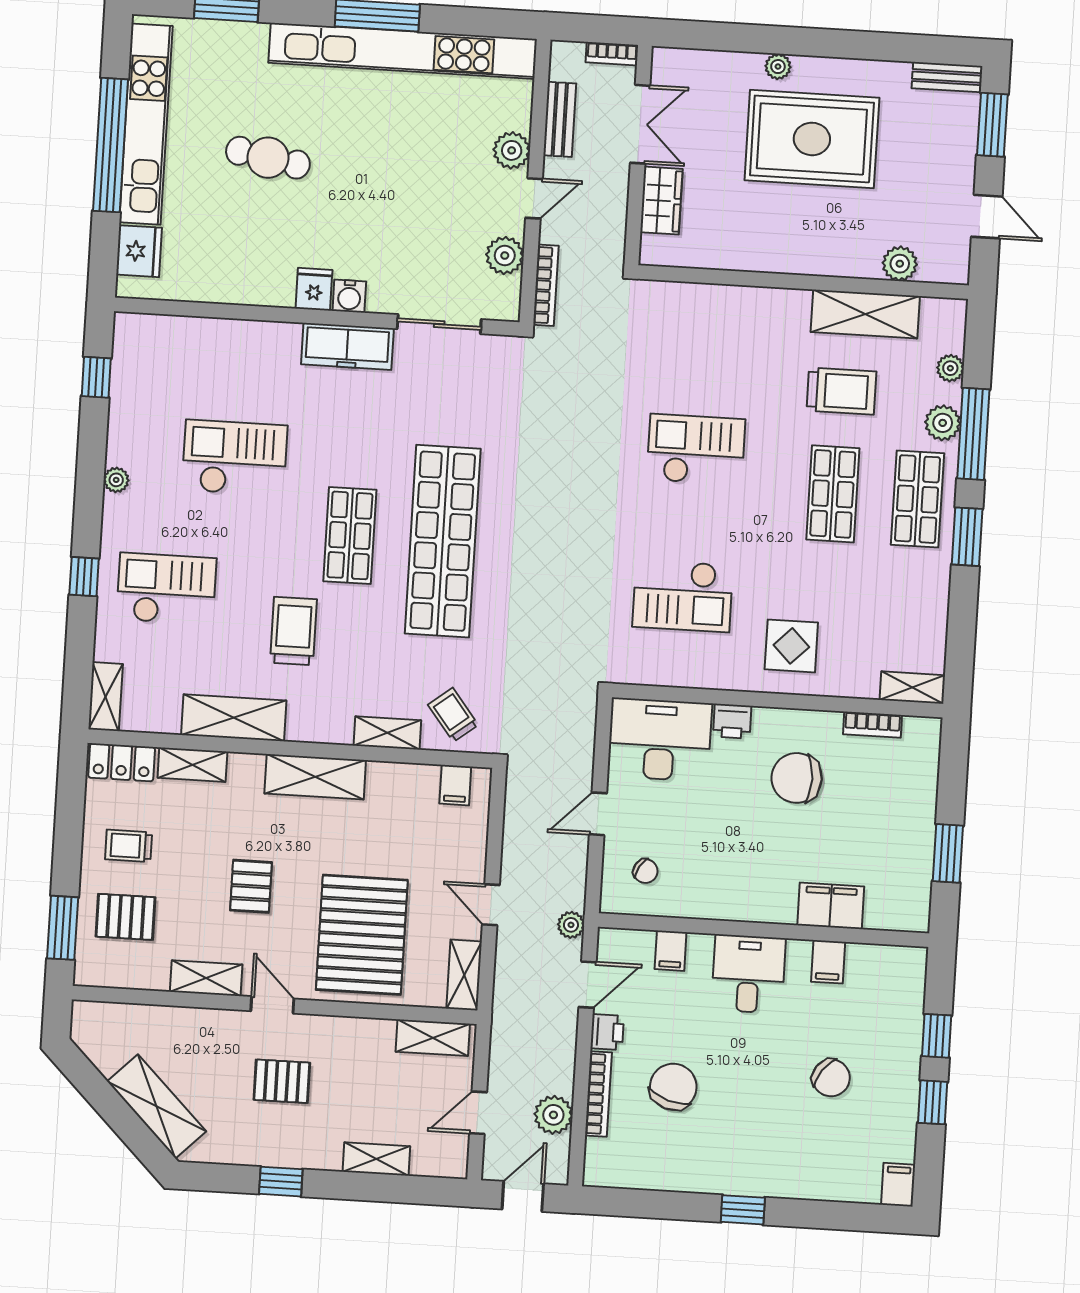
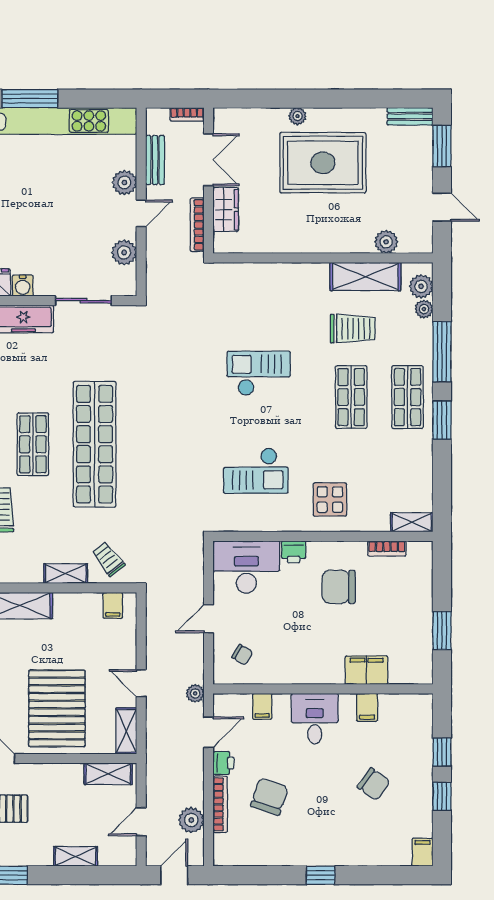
bookcase: (546, 285) -> (197, 225), moved, turned 180
plant: (943, 423) -> (421, 286), moved

